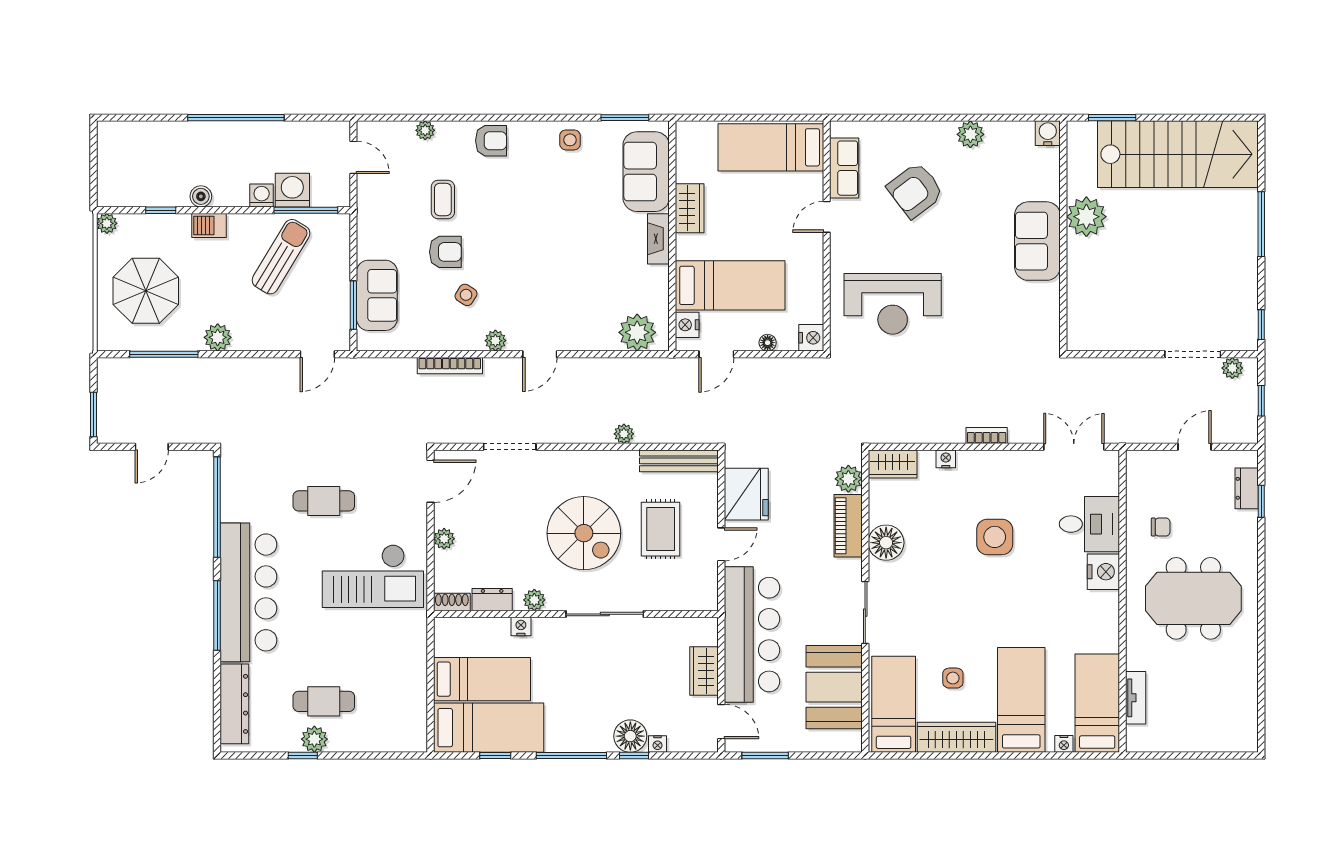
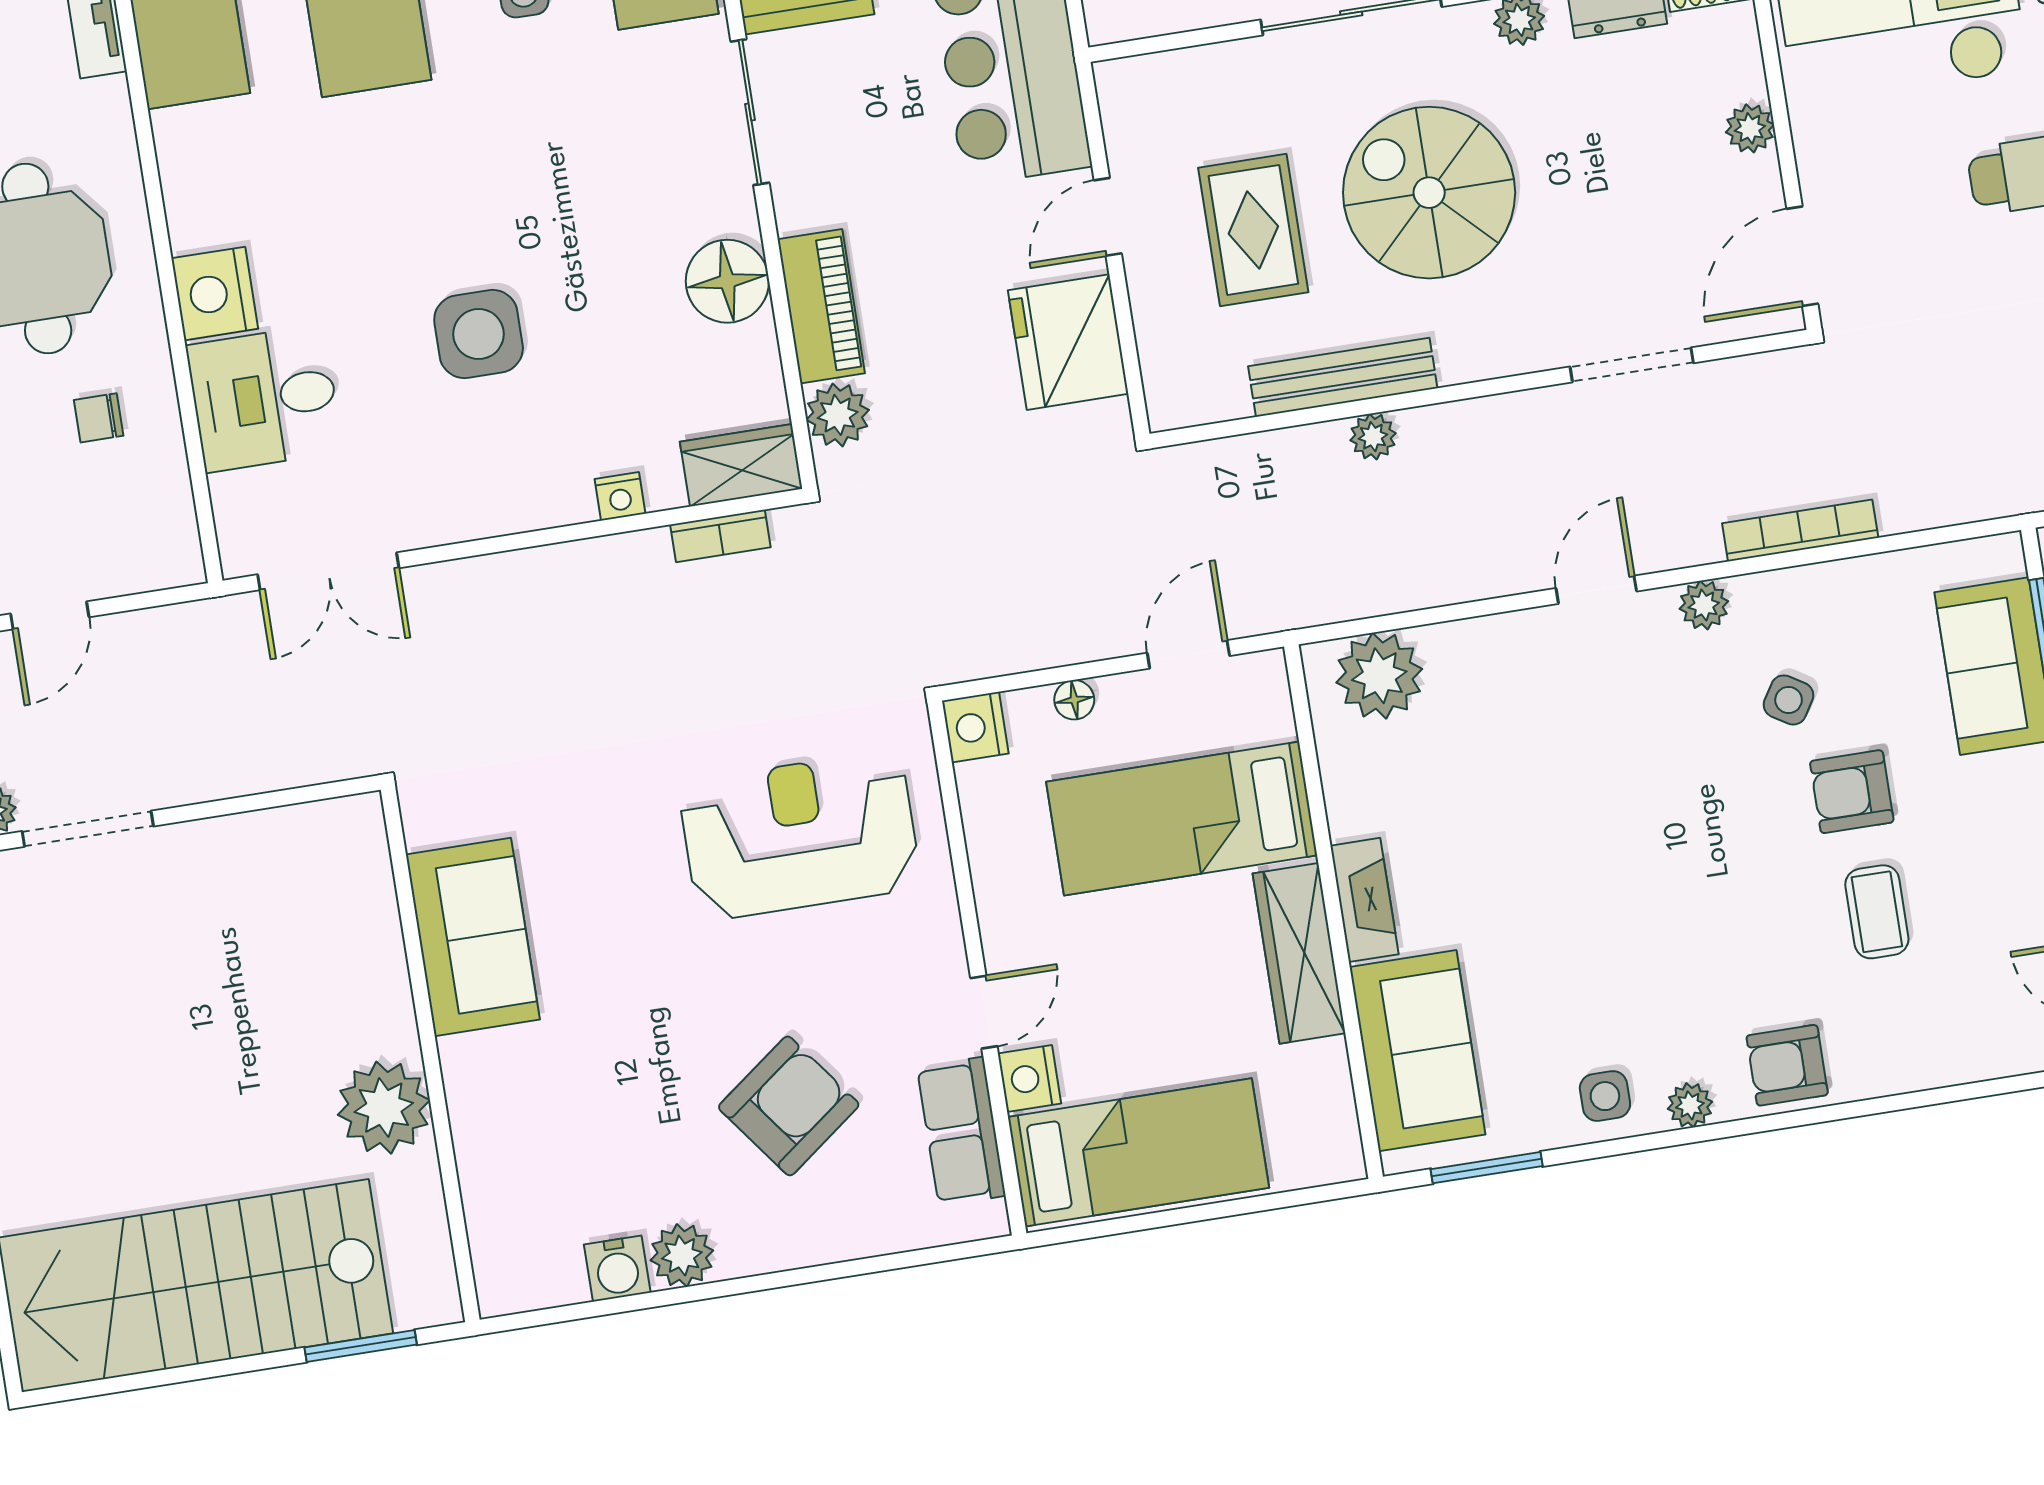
plant: (425, 130) -> (1690, 1105), moved
water cooler: (1048, 133) -> (617, 1269), moved
wardrobe: (690, 208) -> (1299, 953), width x1.50
sofa: (1037, 241) -> (473, 937), moved
nightstand: (687, 325) -> (1029, 1078), moved, turned 180
bookcase: (987, 436) -> (720, 536), moved
bench: (679, 461) -> (1343, 377), moved

